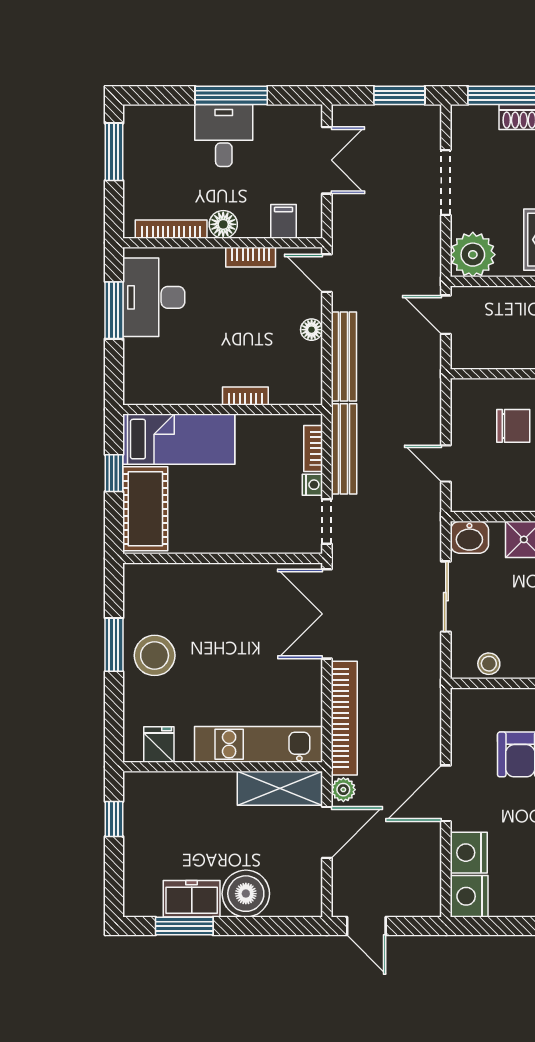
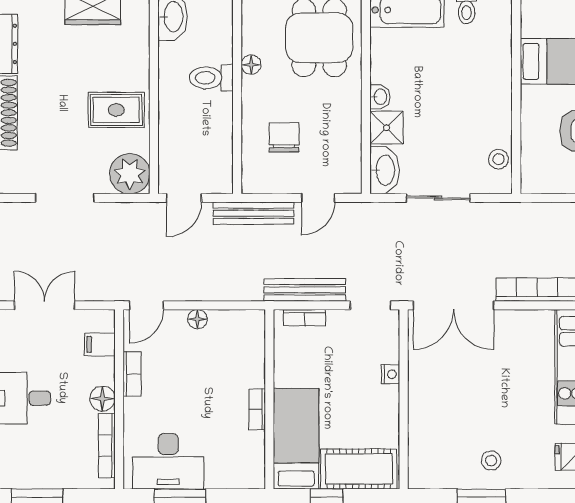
bench: (344, 357) -> (254, 213), moved
bookcase: (245, 396) -> (257, 409), moved
nightstand: (312, 485) -> (390, 374), moved, turned 90
washbasin: (469, 537) -> (385, 170), width x1.38
stool: (155, 655) -> (491, 461), width x0.53, depth x0.53

